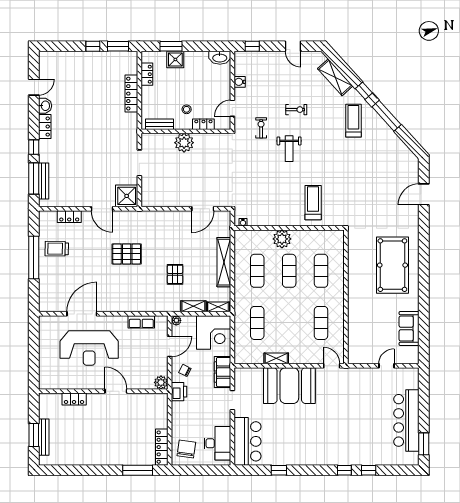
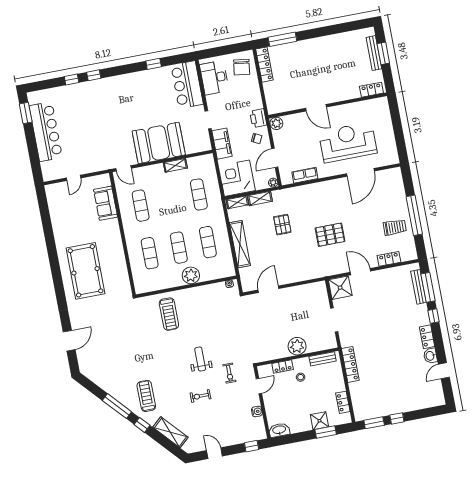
locker: (131, 94) -> (350, 364), moved
treadmill: (353, 121) -> (146, 396), turned 180
sofa: (409, 329) -> (106, 203), moved, turned 180
locker: (74, 399) -> (371, 90), moved

